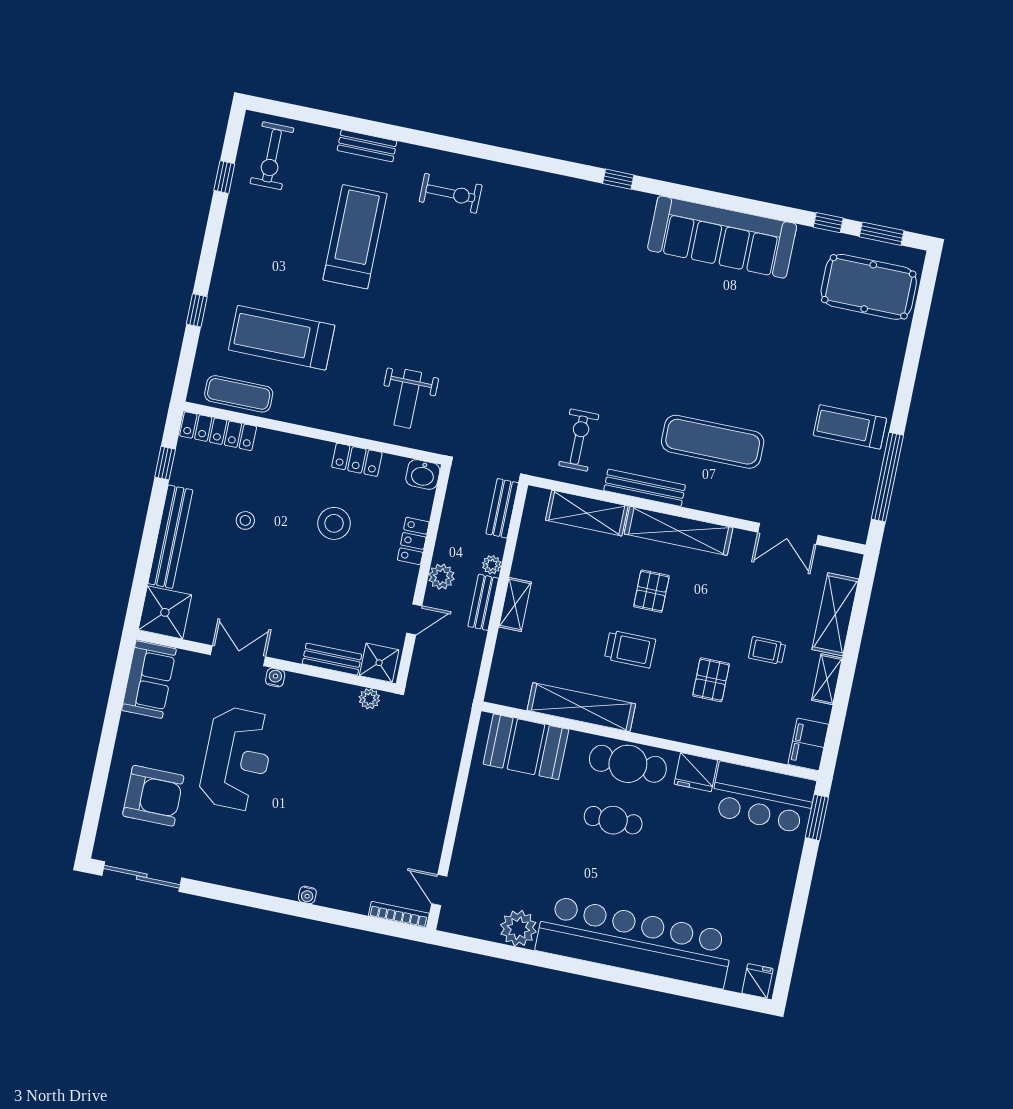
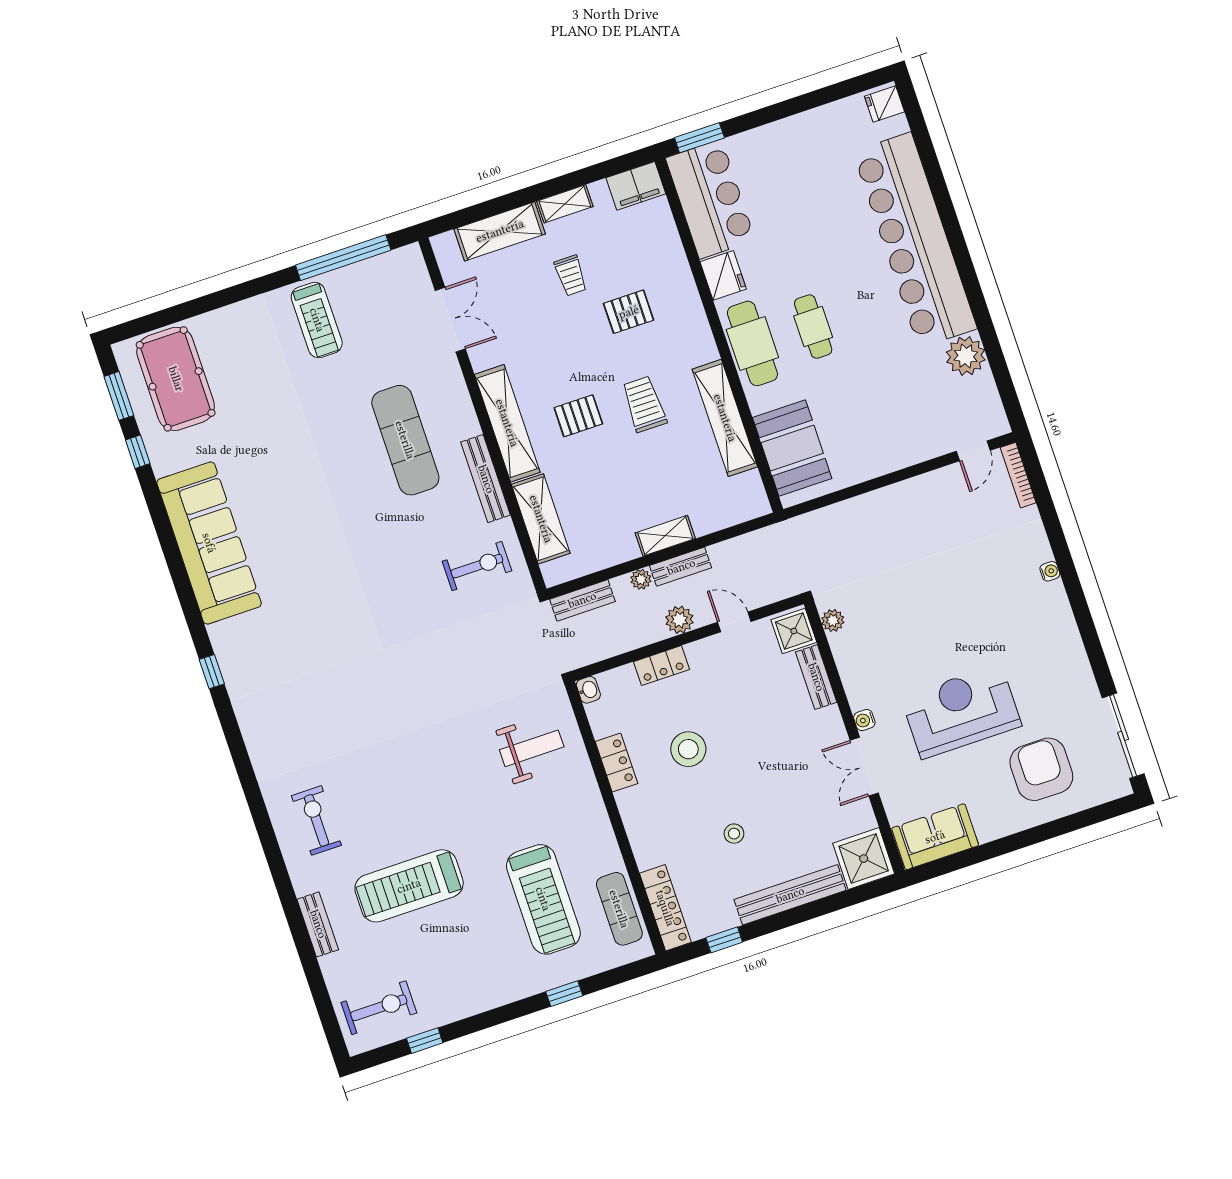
exercise bike: (579, 440) -> (477, 566), turned 180
washbasin: (423, 474) -> (588, 690), width x0.72, depth x0.69

